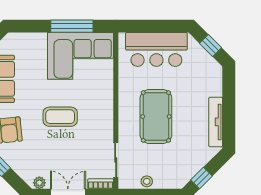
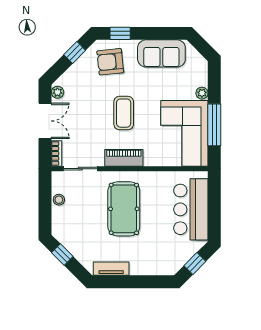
plant: (40, 38) -> (202, 93), added
piano: (105, 116) -> (124, 158), added
pool table: (156, 117) -> (124, 209), turned 90
tv unit: (216, 122) -> (111, 269), width x0.71

